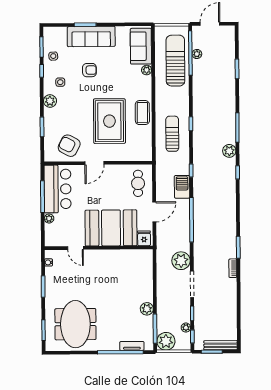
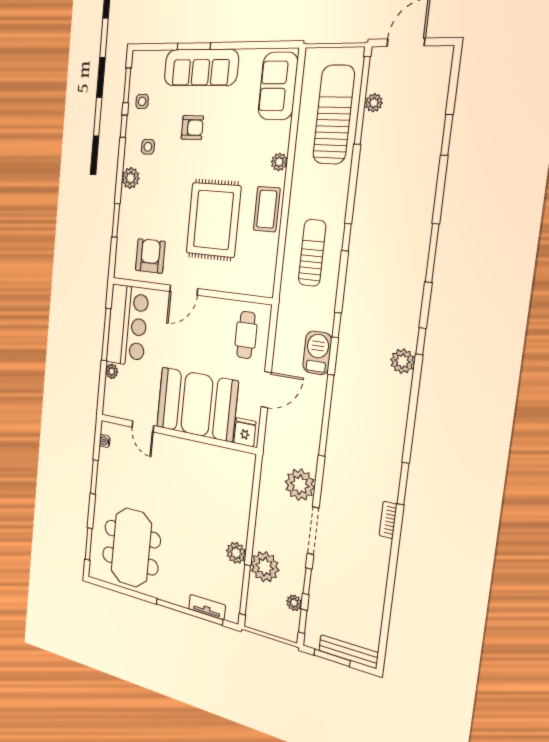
plant: (147, 70) -> (279, 162), moved
armchair: (69, 146) -> (150, 256), turned 62
plant: (229, 151) -> (403, 361), moved
plant: (166, 341) -> (265, 567), moved

